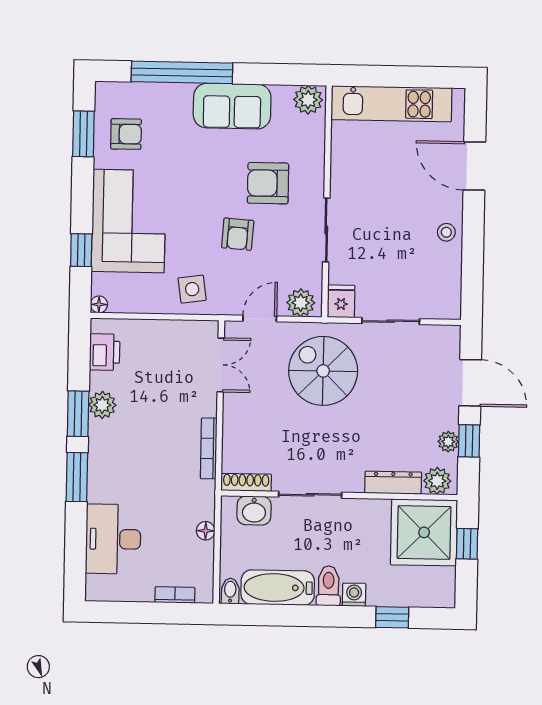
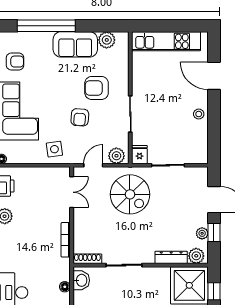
plant: (308, 100) -> (107, 40), moved
spiral stairs: (323, 371) -> (130, 194), turned 180
washbasin: (254, 511) -> (81, 280), moved, turned -90

